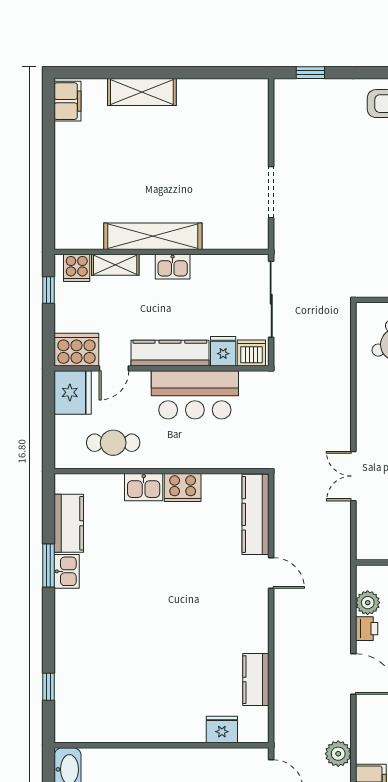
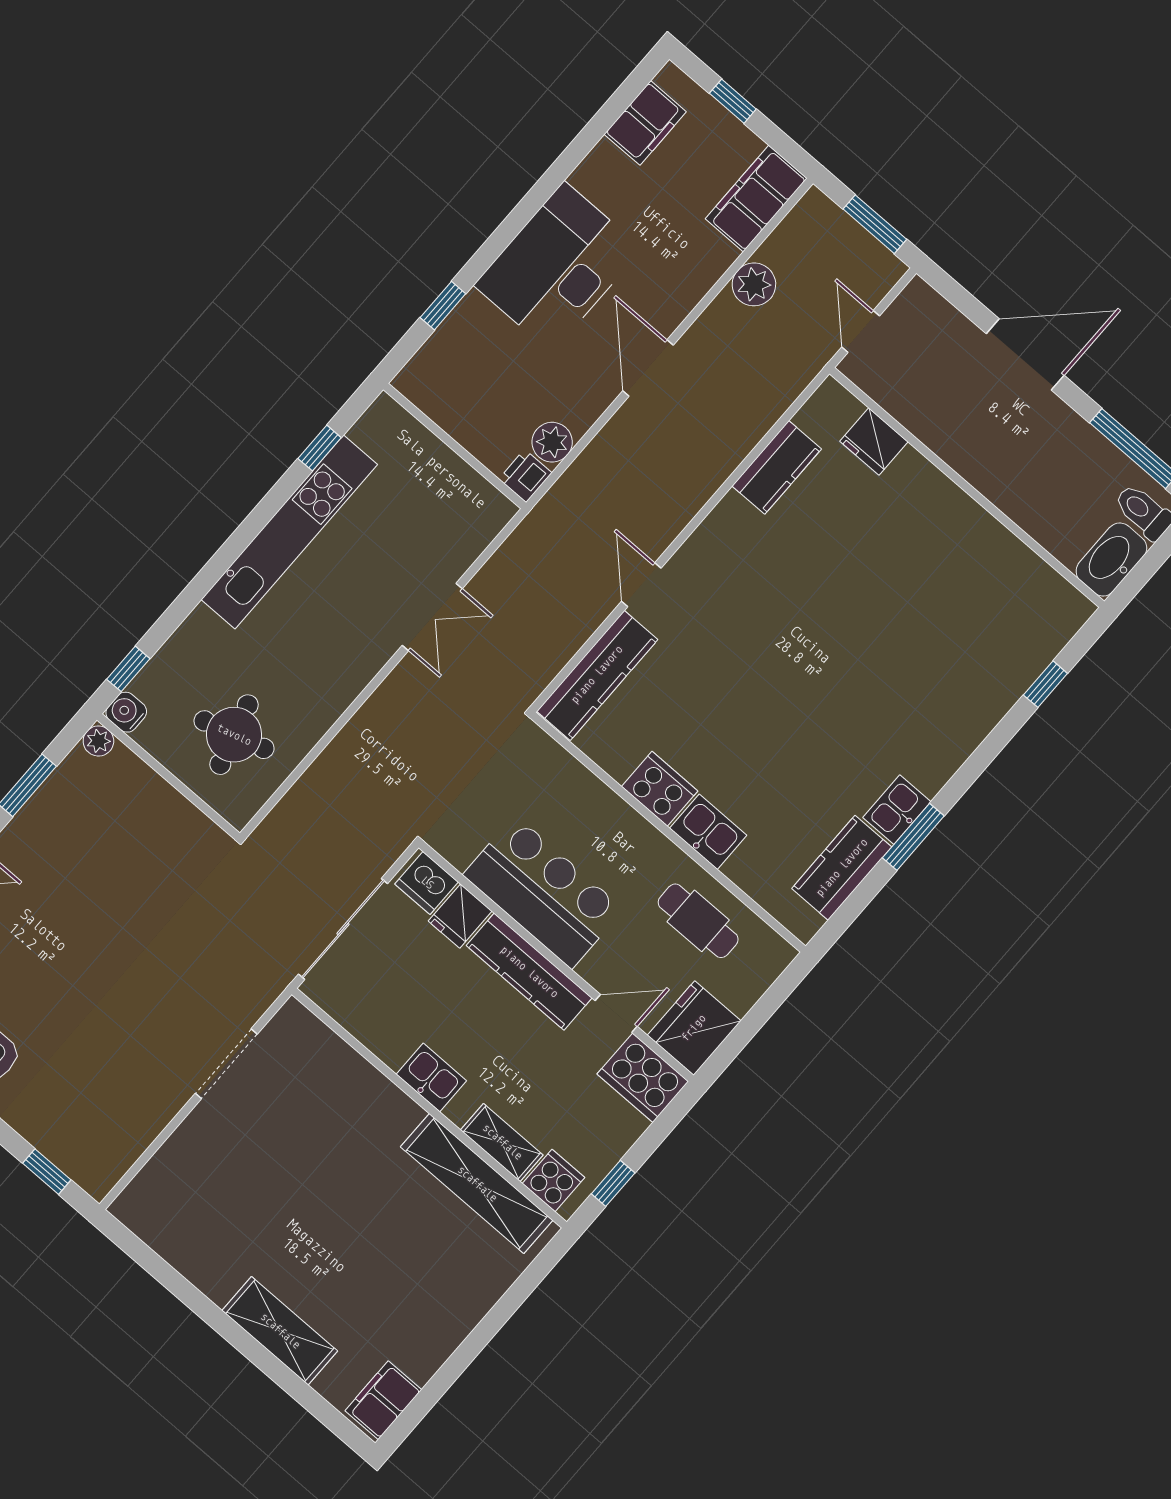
shelving: (153, 236) -> (477, 1184), moved
printer: (367, 629) -> (525, 476), moved

